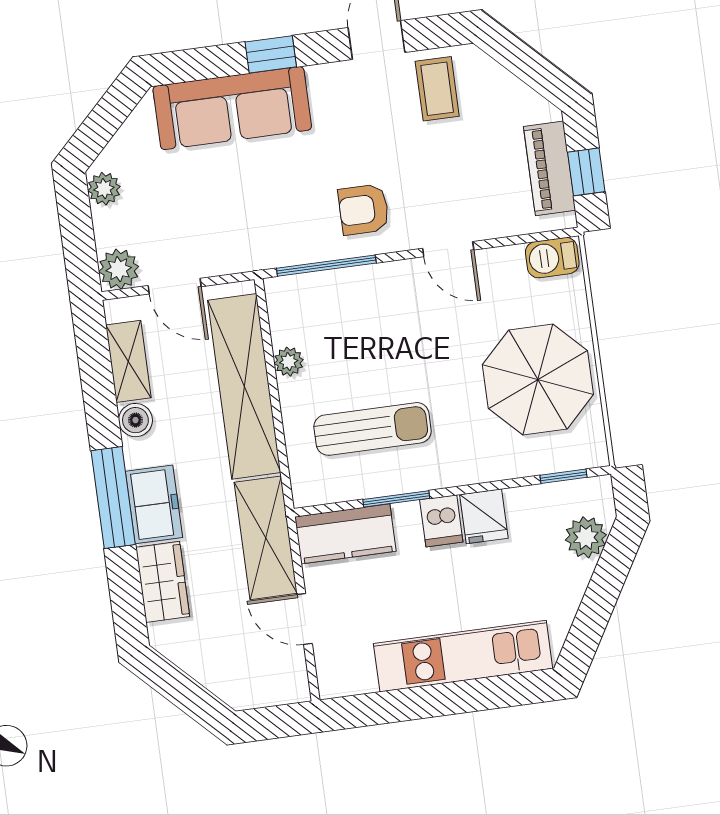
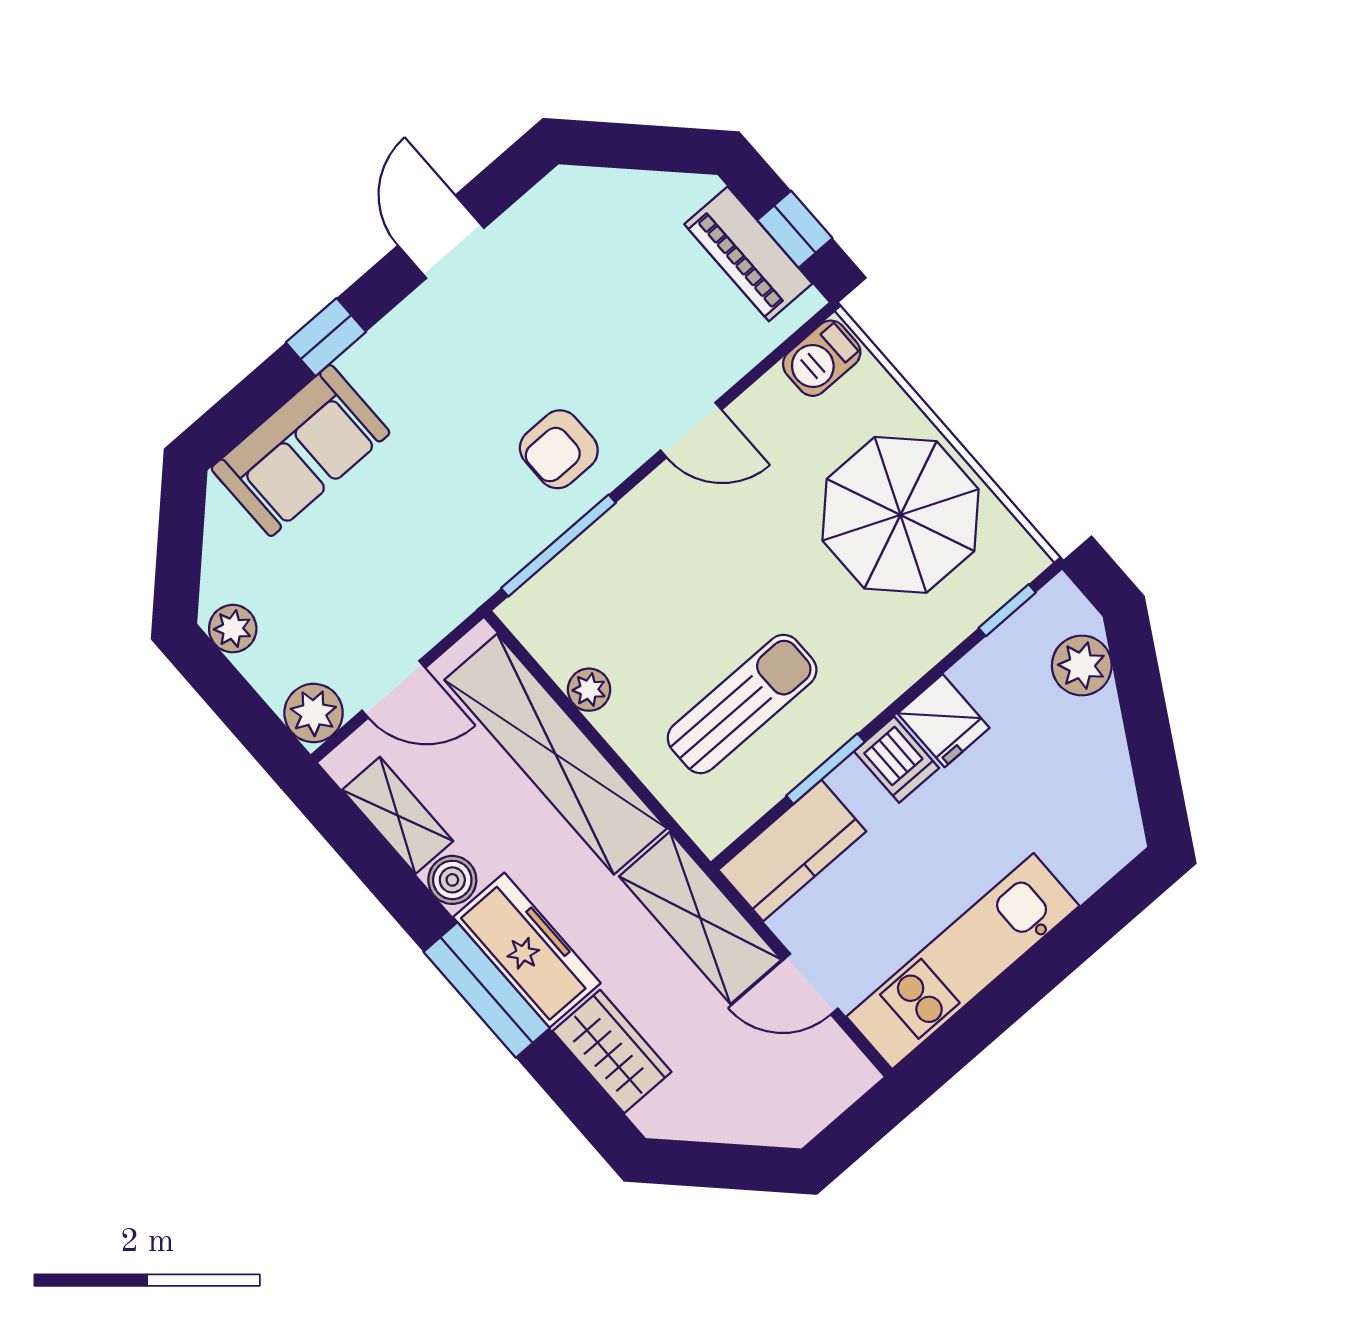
coffee table: (437, 89) -> (552, 247), removed
sofa: (232, 108) -> (301, 451), width x0.73
freezer: (154, 504) -> (527, 950), width x1.40
kitchen unit: (463, 656) -> (963, 961), moved

